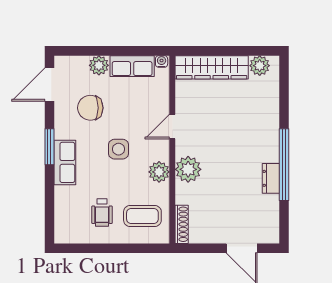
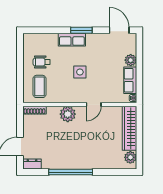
chair: (90, 108) -> (105, 55), removed
door: (172, 127) -> (94, 105), swing flipped
plant: (159, 172) -> (66, 96), removed
dresser: (271, 178) -> (32, 164), moved

